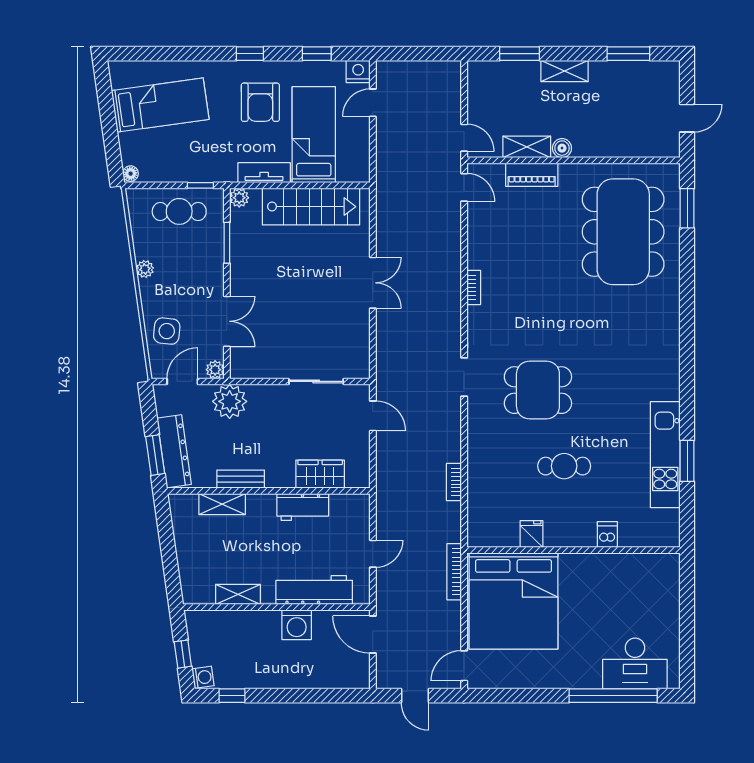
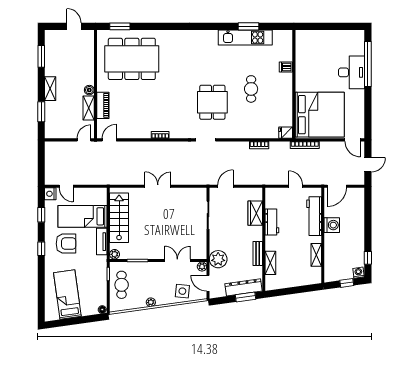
fridge: (531, 534) -> (286, 133), moved
desk: (635, 663) -> (351, 72), moved

